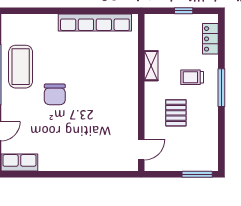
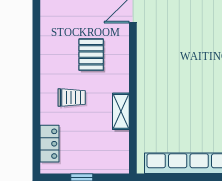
window: (221, 88) -> (36, 85), removed

